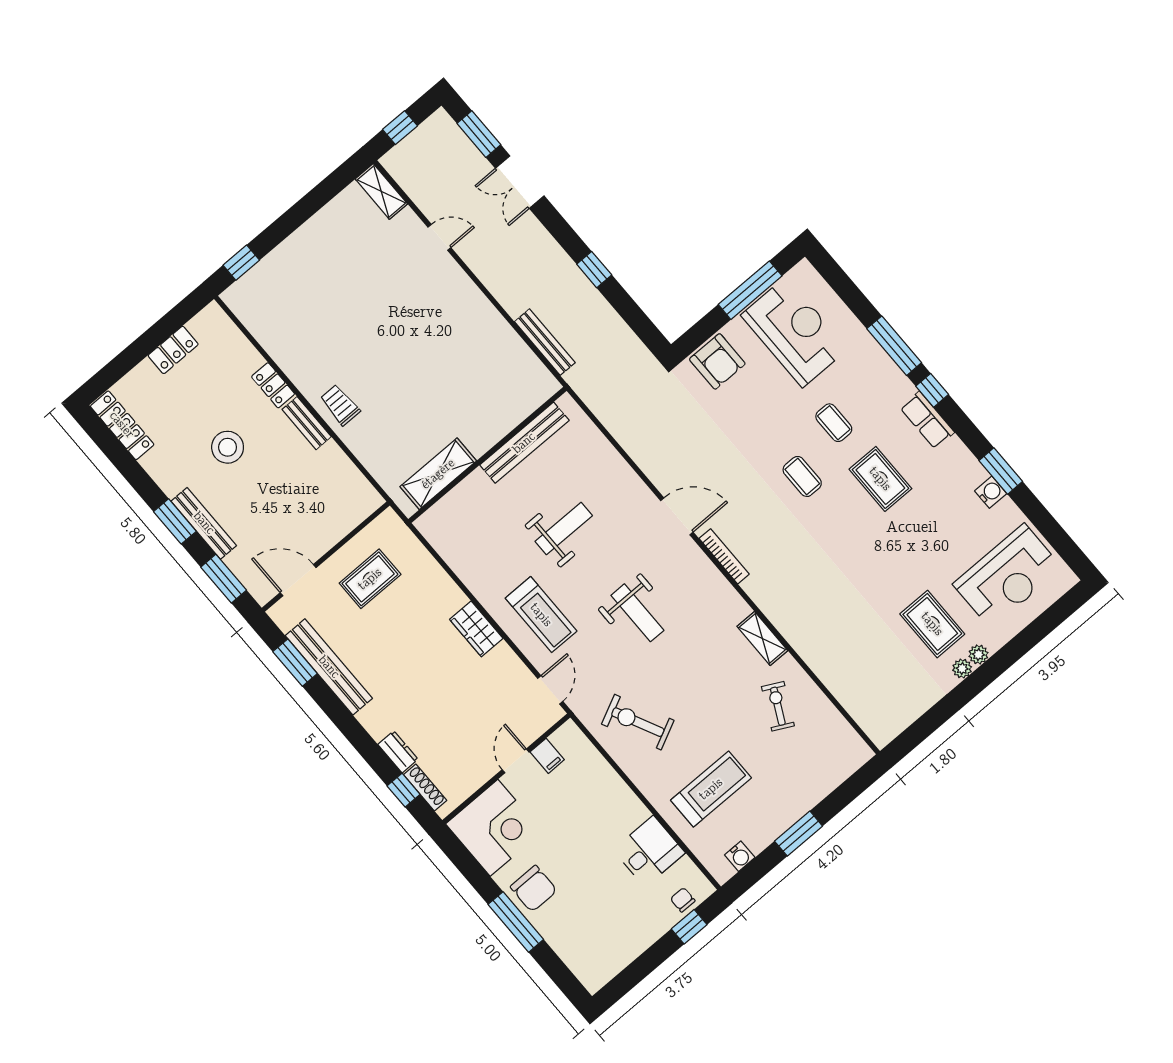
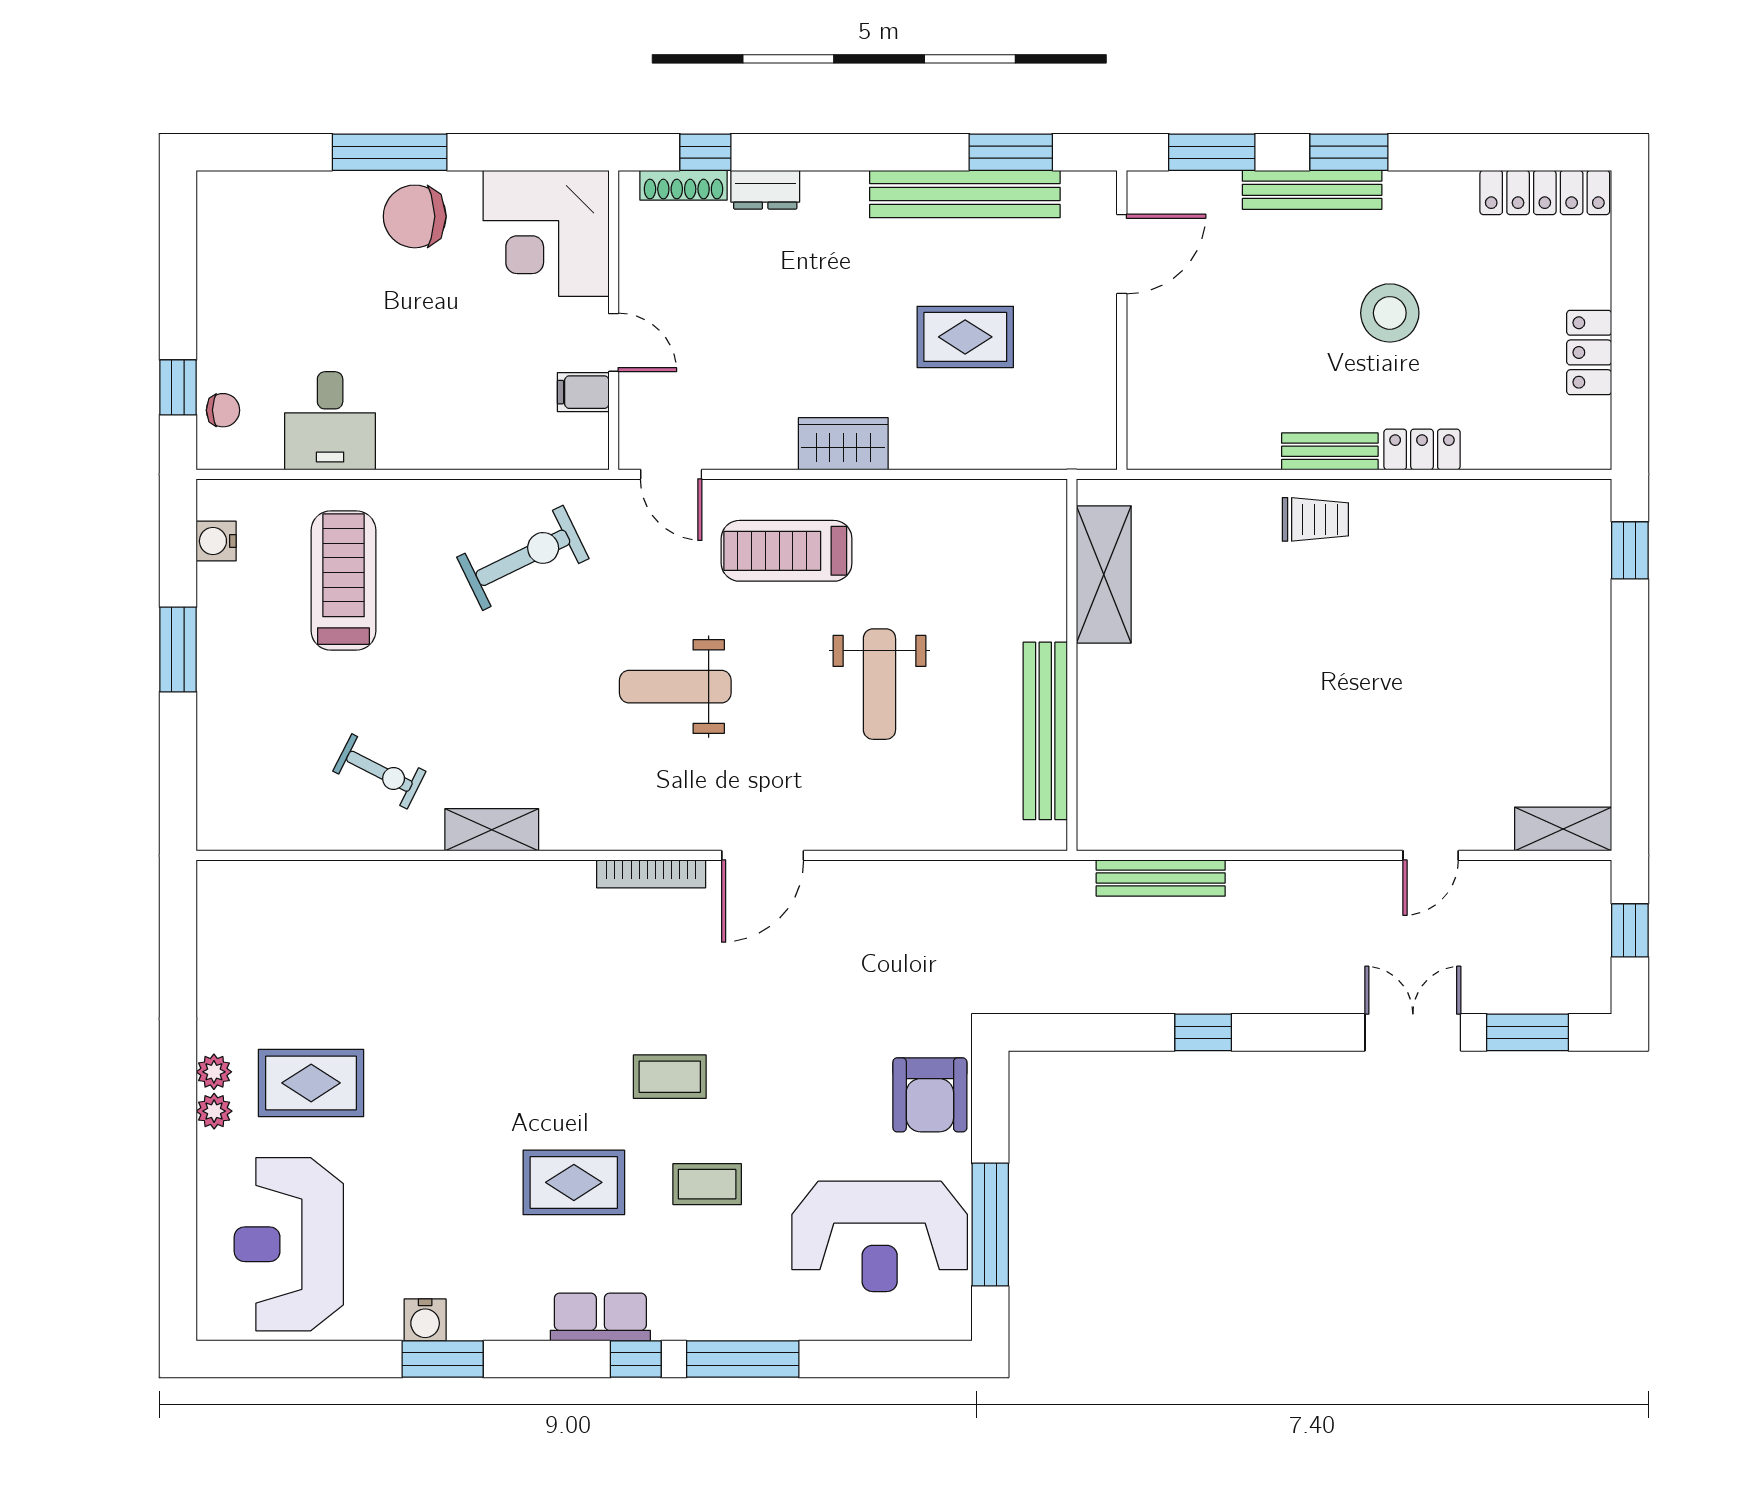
armchair: (717, 361) -> (930, 1095), turned -90
rug: (370, 579) -> (965, 337), moved, turned 90
treadmill: (711, 789) -> (343, 581), turned 180

